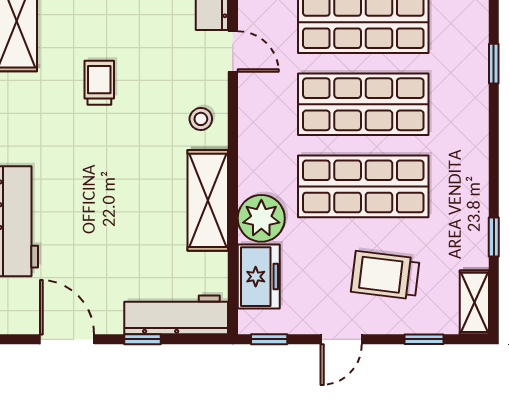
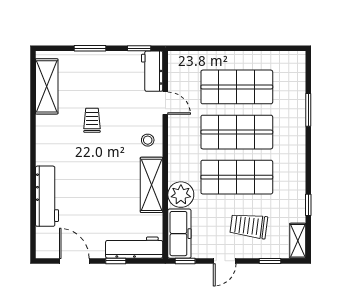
window: (494, 64) -> (308, 110), width x1.50
freezer: (259, 277) -> (179, 234), width x1.40

